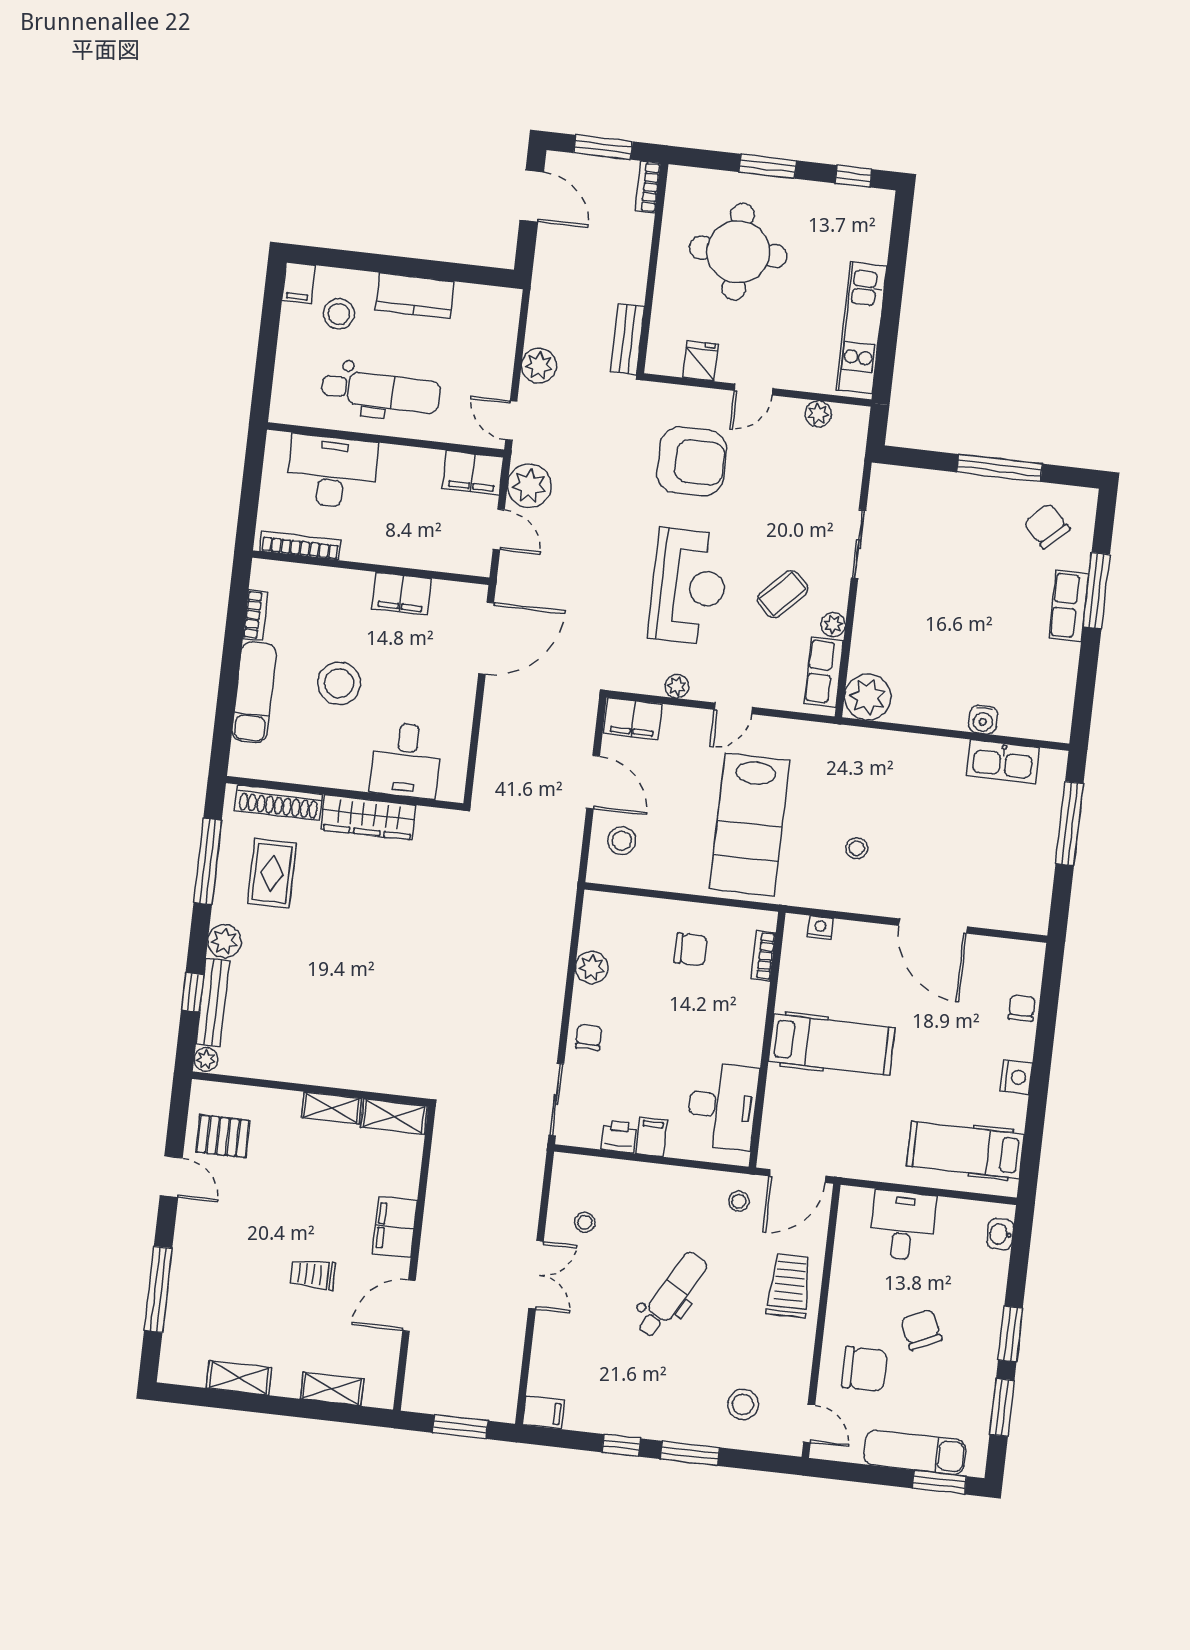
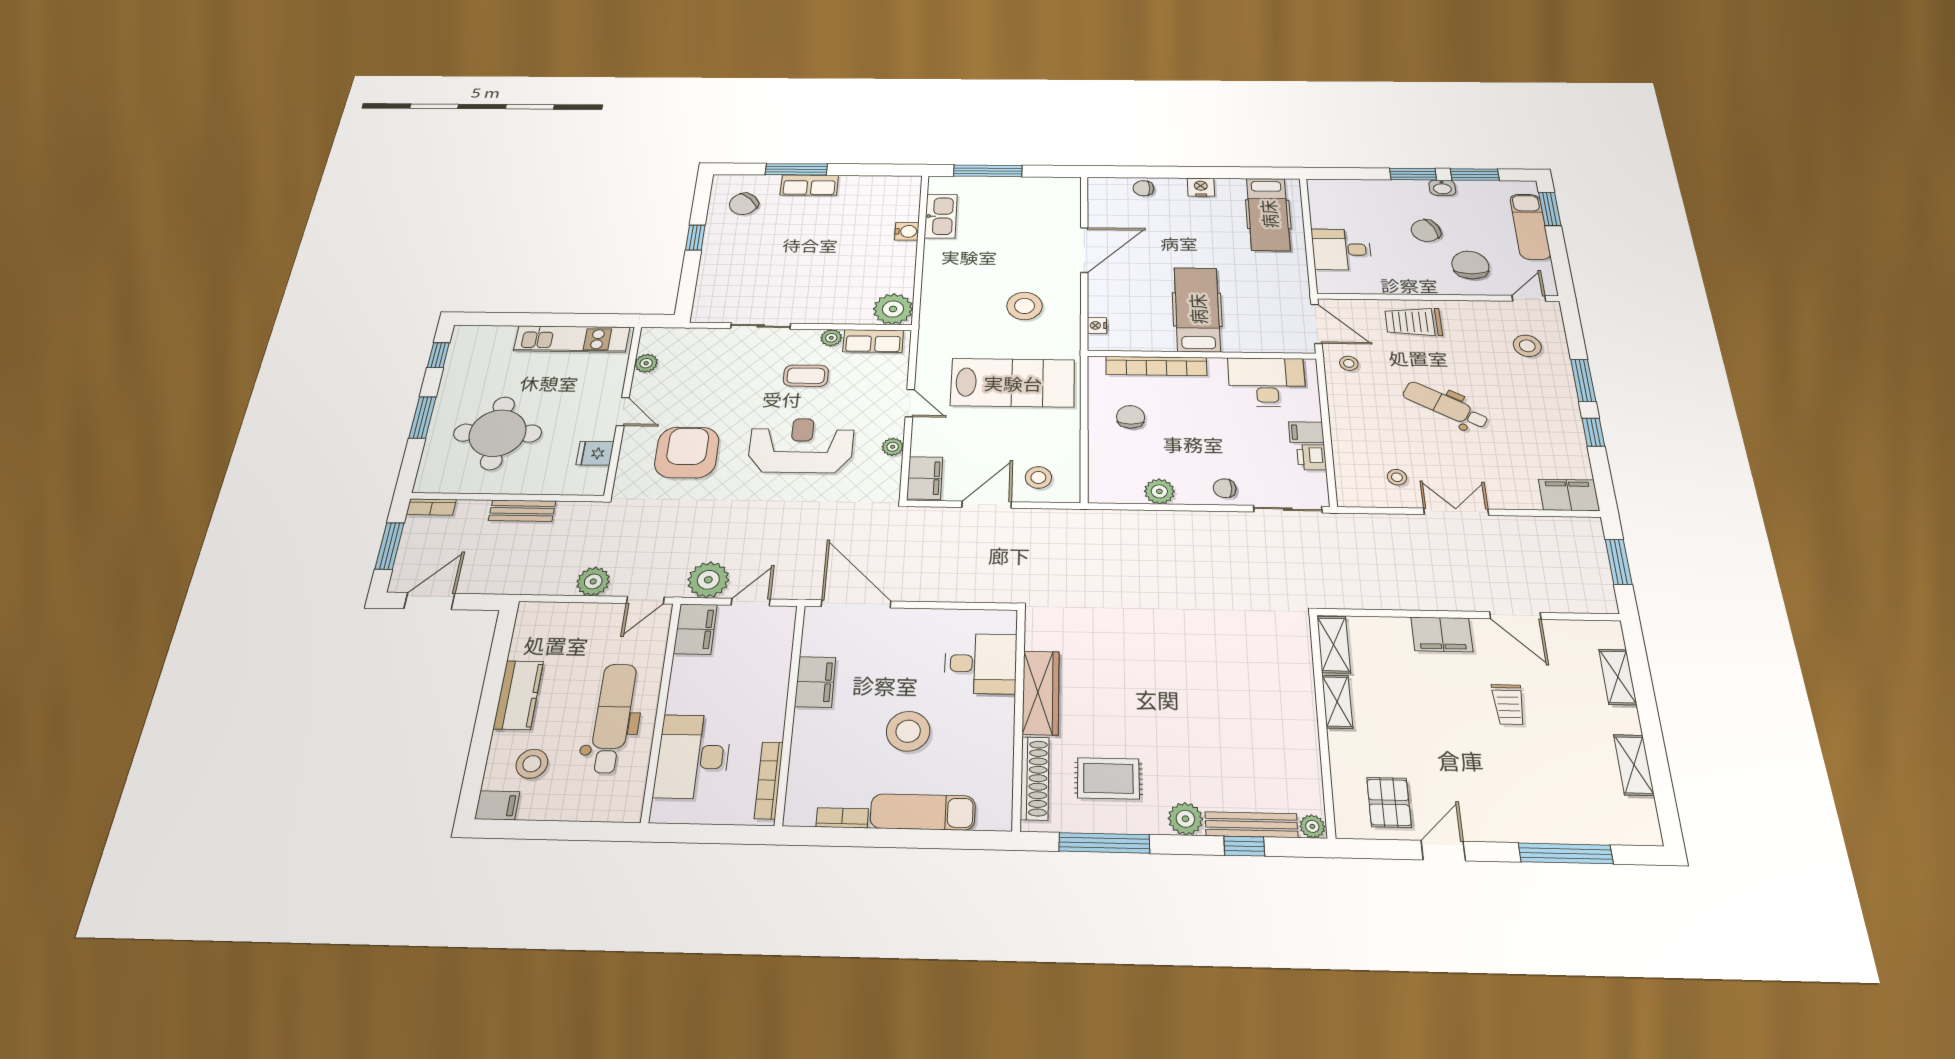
bench: (627, 339) -> (522, 511), moved
window: (1000, 468) -> (695, 238), width x0.46
coffee table: (783, 594) -> (806, 376), turned -44
stool: (857, 848) -> (1025, 306), width x1.89, depth x1.89
bookcase: (763, 956) -> (1156, 366), width x2.31, depth x1.31
washbasin: (1000, 1234) -> (1442, 188), moved
filing cabinet: (543, 1412) -> (1569, 495), width x2.00

